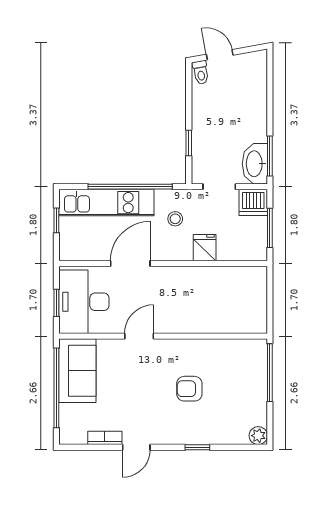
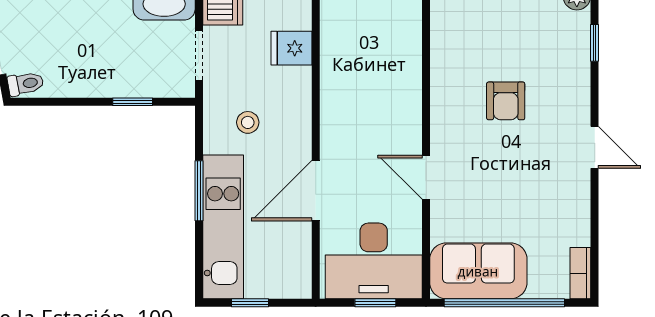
window: (130, 187) -> (199, 191), width x0.47
fridge: (205, 248) -> (291, 48), moved
door: (130, 264) -> (316, 191), hinge flipped
bookcase: (105, 438) -> (580, 273), moved
door: (136, 447) -> (595, 147), moved
window: (197, 447) -> (595, 43), moved

